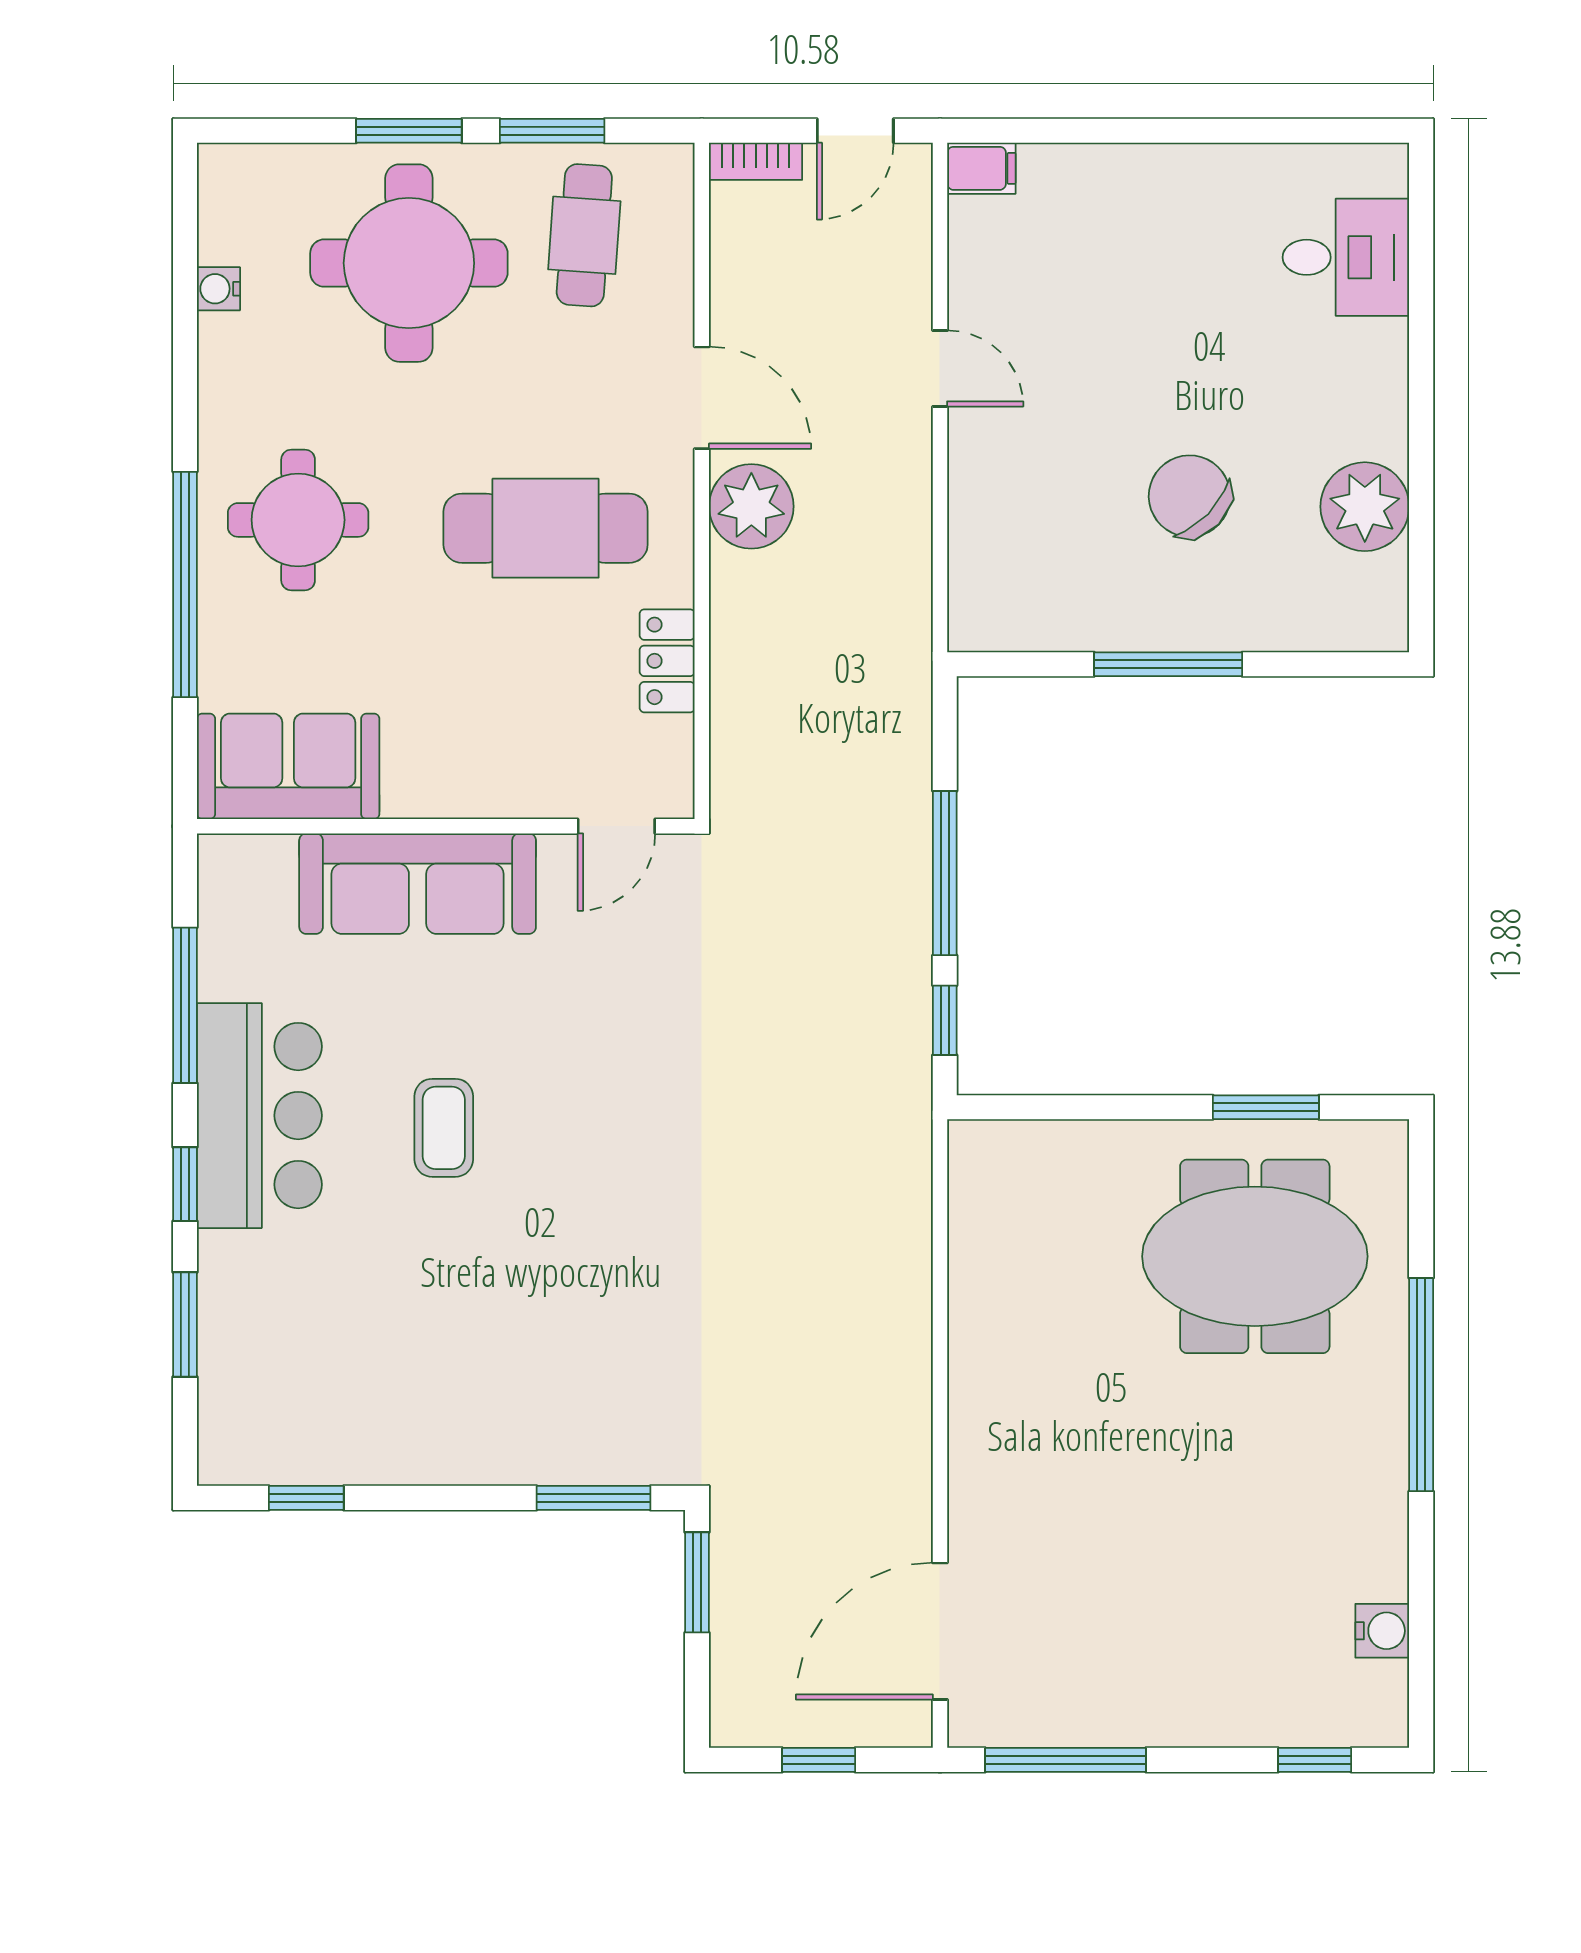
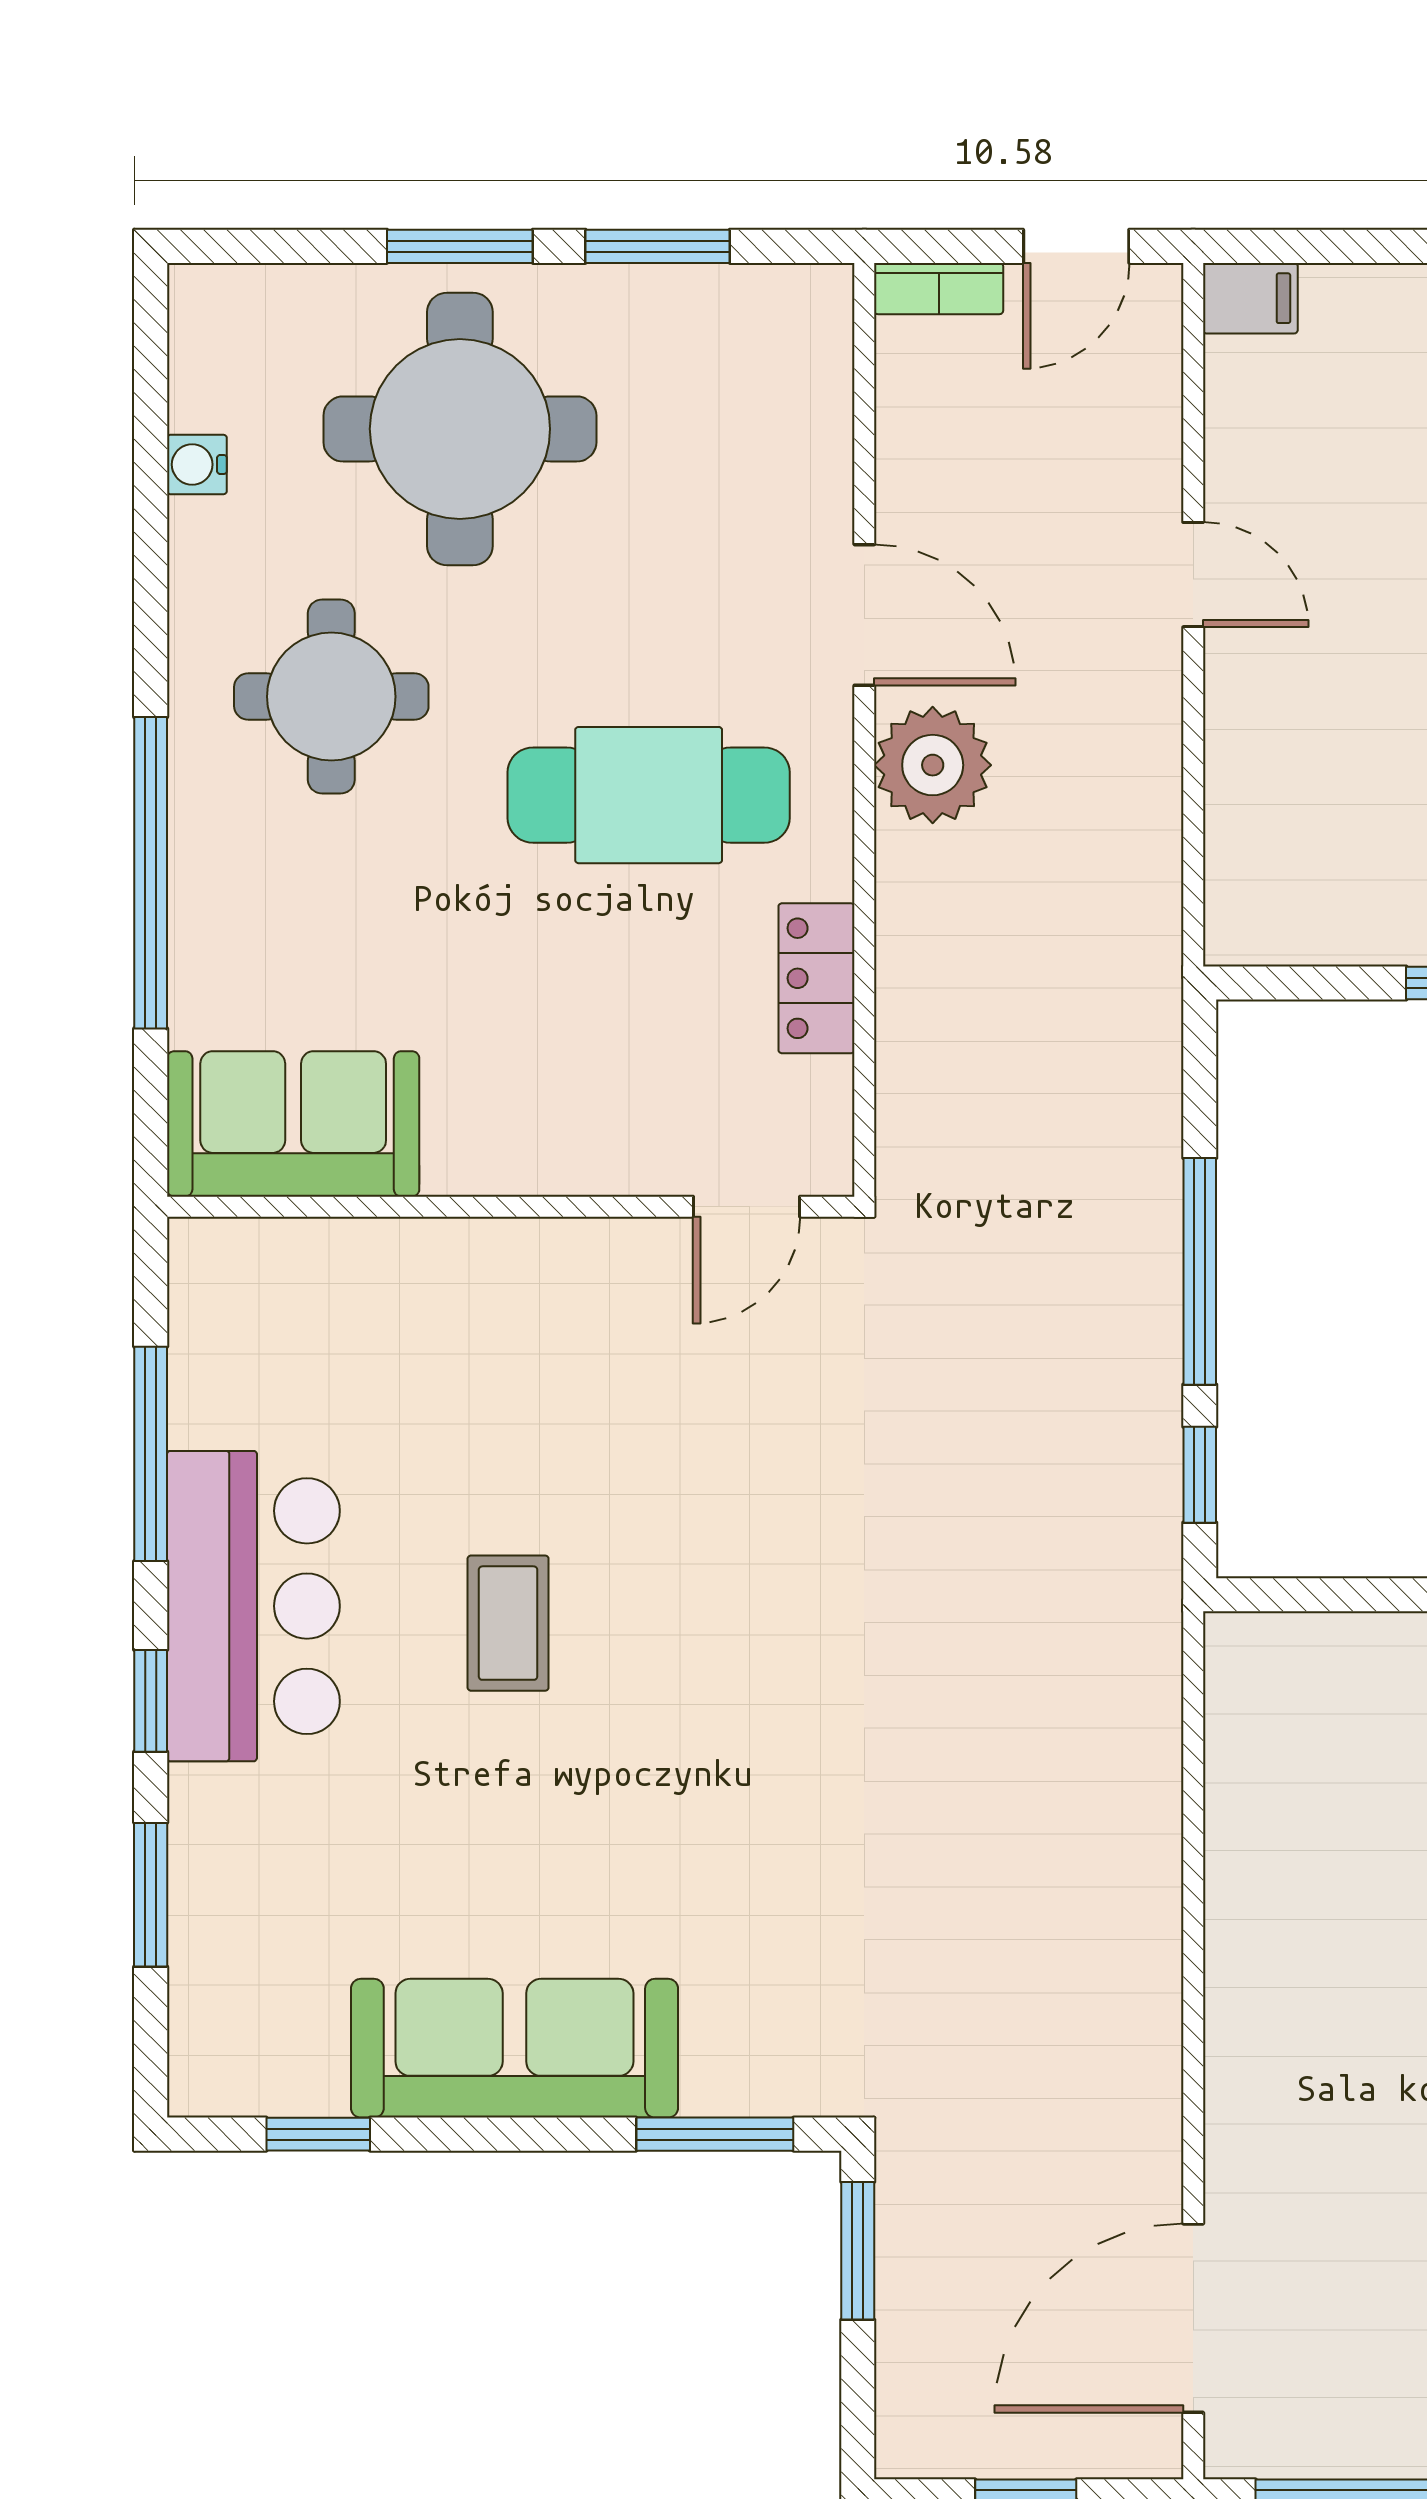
cafe table: (584, 235) -> (702, 391), removed
round table: (298, 520) -> (331, 697), moved
sofa: (418, 884) -> (514, 2048), moved, turned 180

